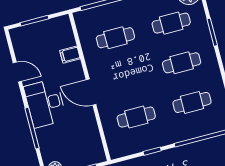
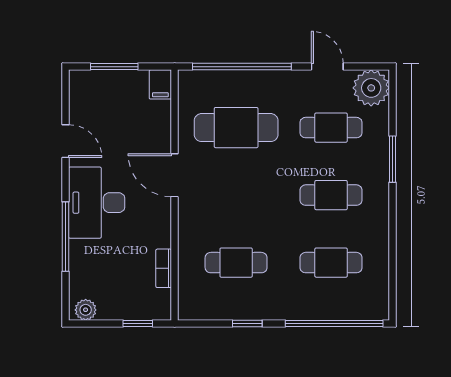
cafe table: (115, 38) -> (236, 128), width x1.37, depth x1.35
filing cabinet: (70, 55) -> (160, 84), moved, turned -90
door: (91, 92) -> (175, 175), moved
bookcase: (95, 132) -> (164, 268), added

